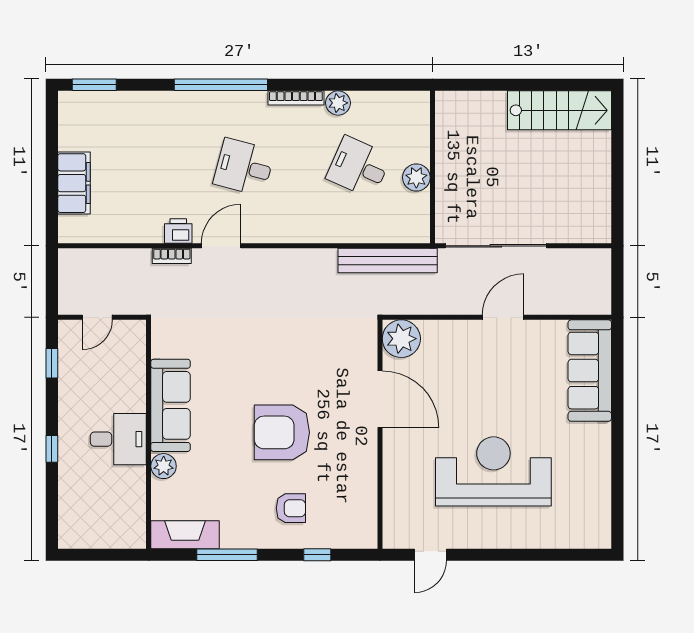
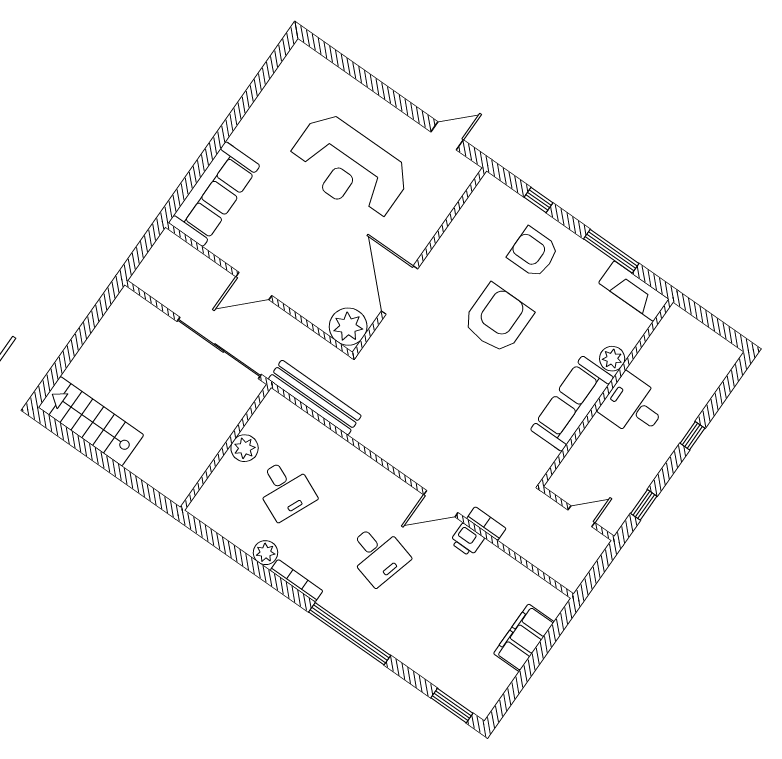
armchair: (282, 432) -> (498, 319), turned -90
armchair: (291, 508) -> (533, 252), width x1.38, depth x1.38

